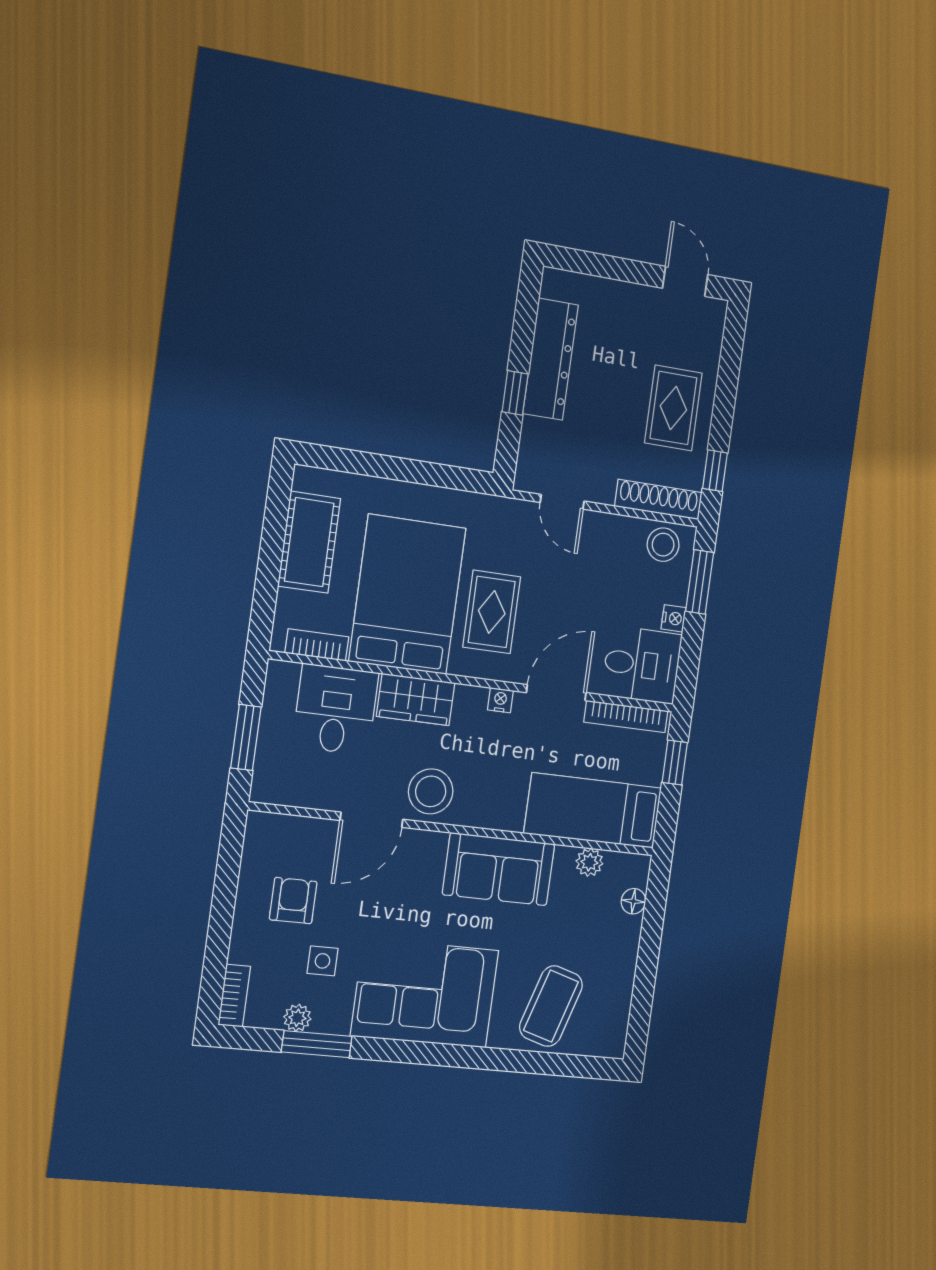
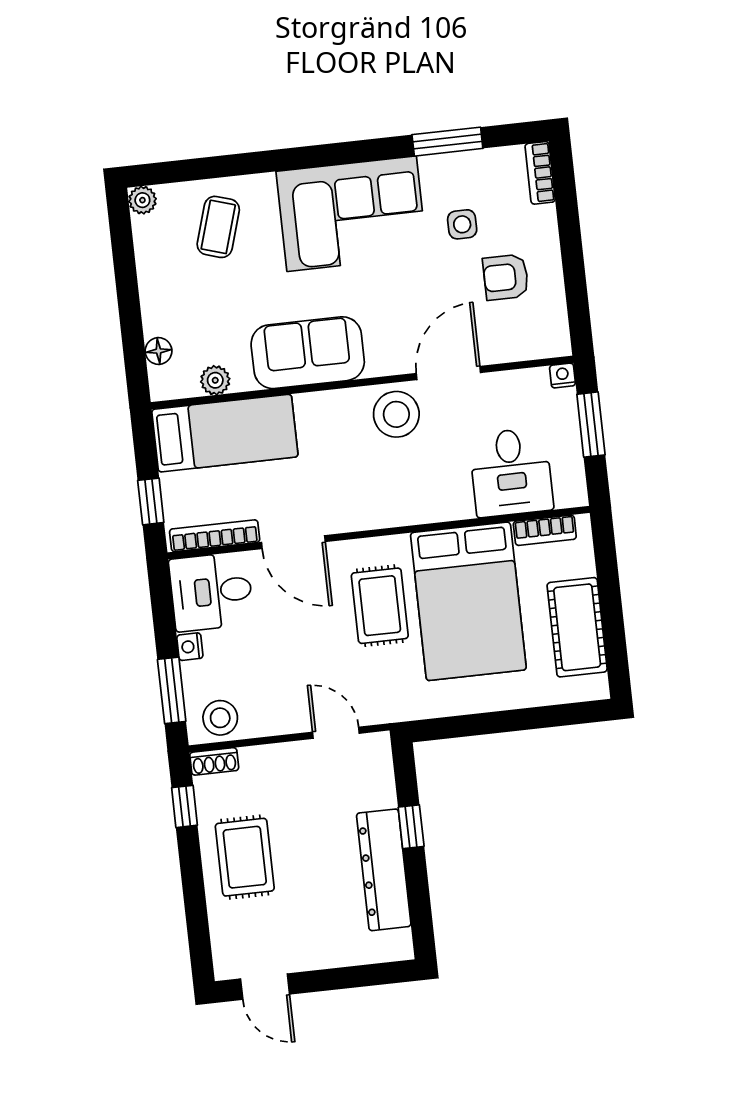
shoe rack: (658, 500) -> (214, 761), width x0.51, depth x0.81
door: (556, 693) -> (293, 542), hinge flipped
wardrobe: (416, 700) -> (434, 501), removed
nightstand: (500, 700) -> (563, 376), moved, turned 180
armchair: (293, 901) -> (506, 277), turned 90
coffee table: (551, 1006) -> (218, 227), width x0.73, depth x0.77
plant: (297, 1018) -> (142, 200), moved

